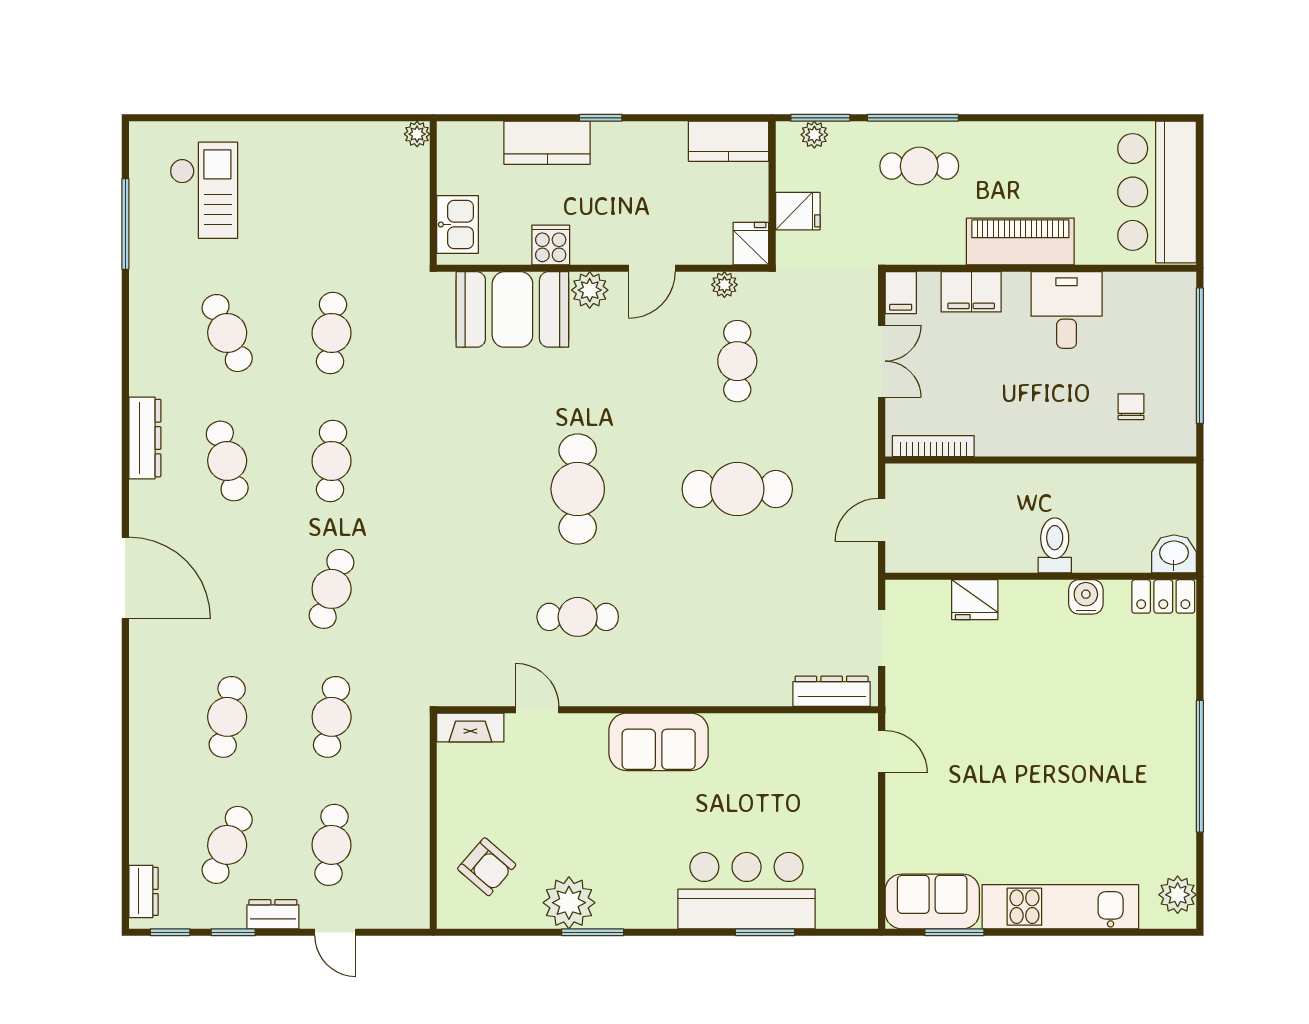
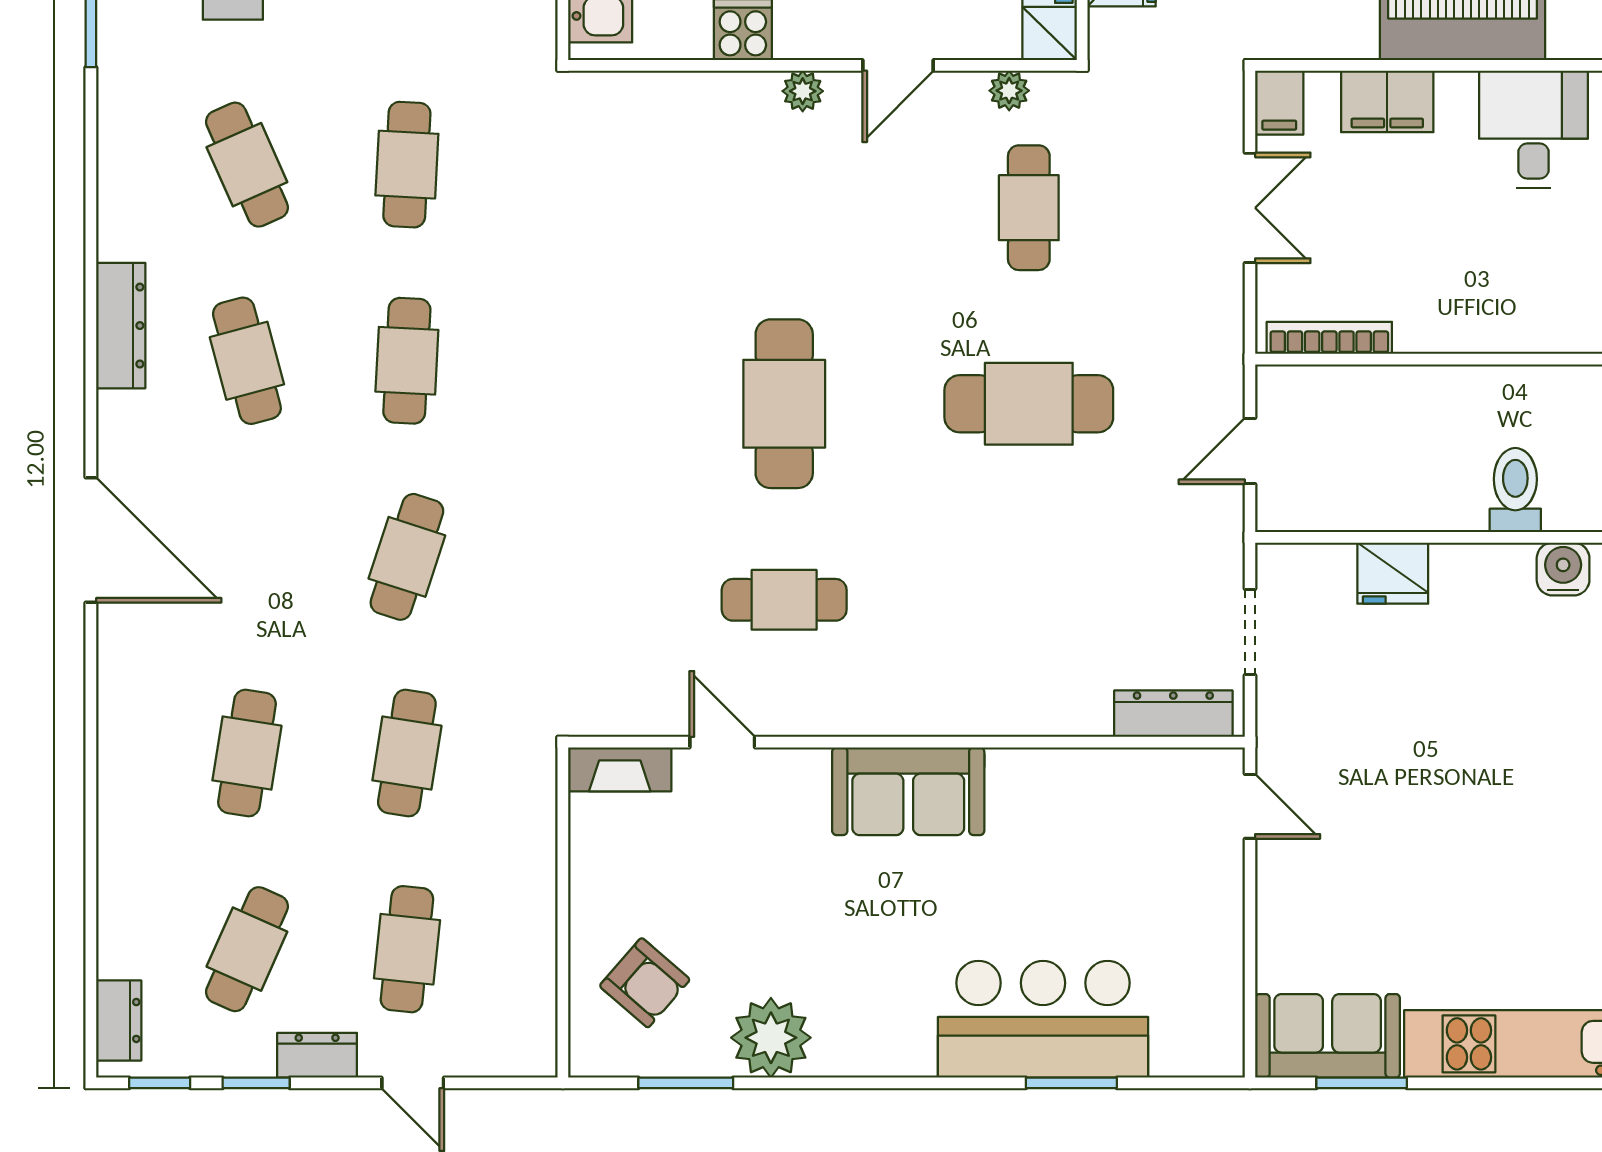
plant: (590, 290) -> (803, 91), width x0.73, depth x0.73
booth: (512, 309) -> (684, 129), removed
window: (593, 932) -> (686, 1083), moved

